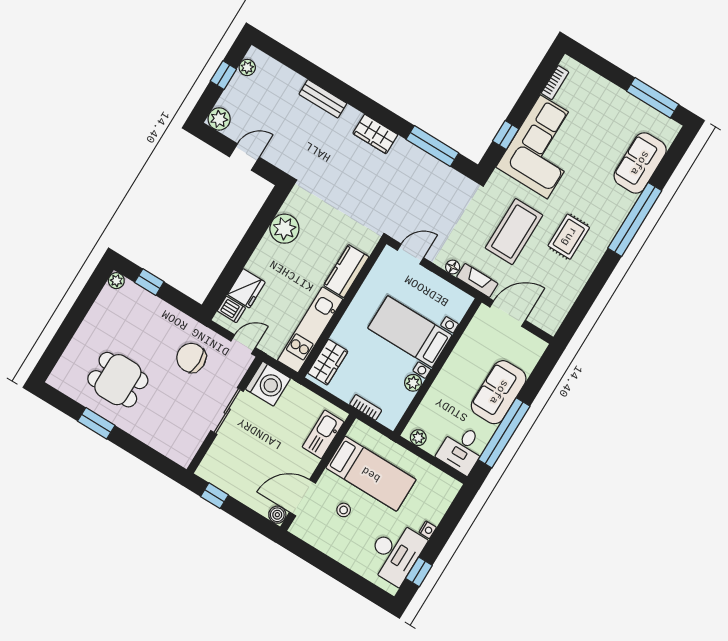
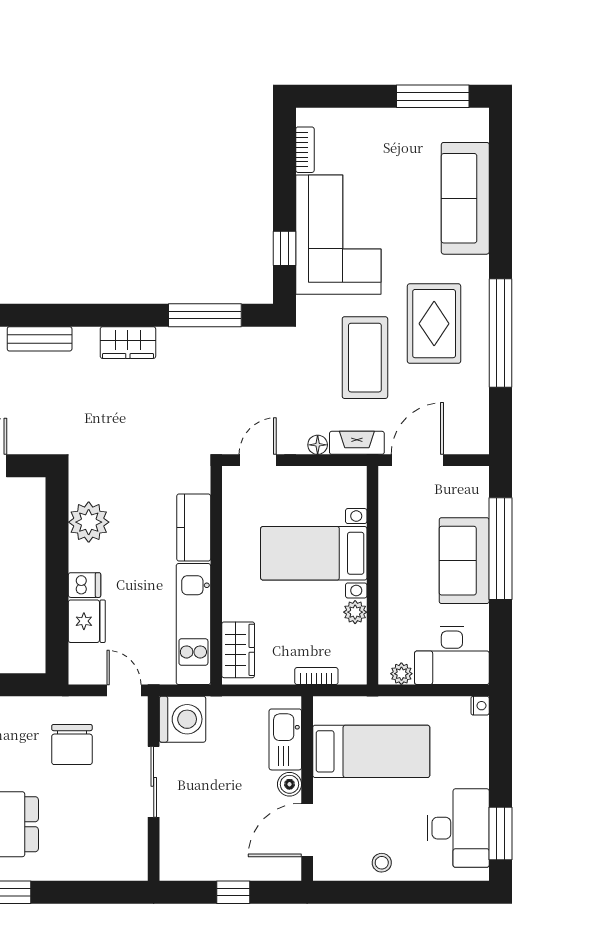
sofa: (640, 163) -> (465, 198), width x1.36
window: (635, 219) -> (500, 333), moved
rug: (569, 237) -> (434, 324), width x1.36, depth x1.43
dishwasher: (231, 309) -> (84, 585), moved
door: (243, 344) -> (124, 690), hinge flipped
chair: (191, 358) -> (72, 744), turned -90
window: (504, 433) -> (500, 549), moved
desk: (462, 449) -> (452, 655), width x1.37
window: (214, 496) -> (233, 892), moved
stool: (344, 510) -> (382, 863), moved
boiler: (277, 515) -> (289, 784), moved
nightstand: (428, 530) -> (480, 706), moved
window: (419, 572) -> (500, 834), width x1.50

